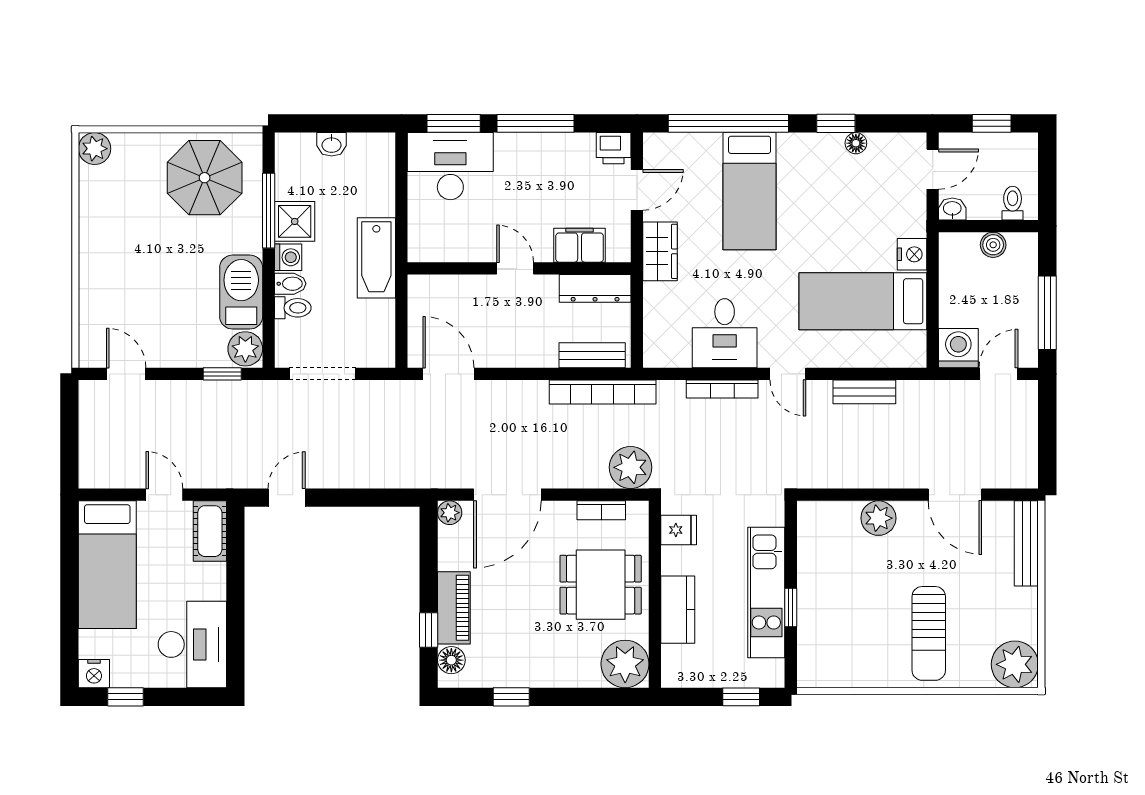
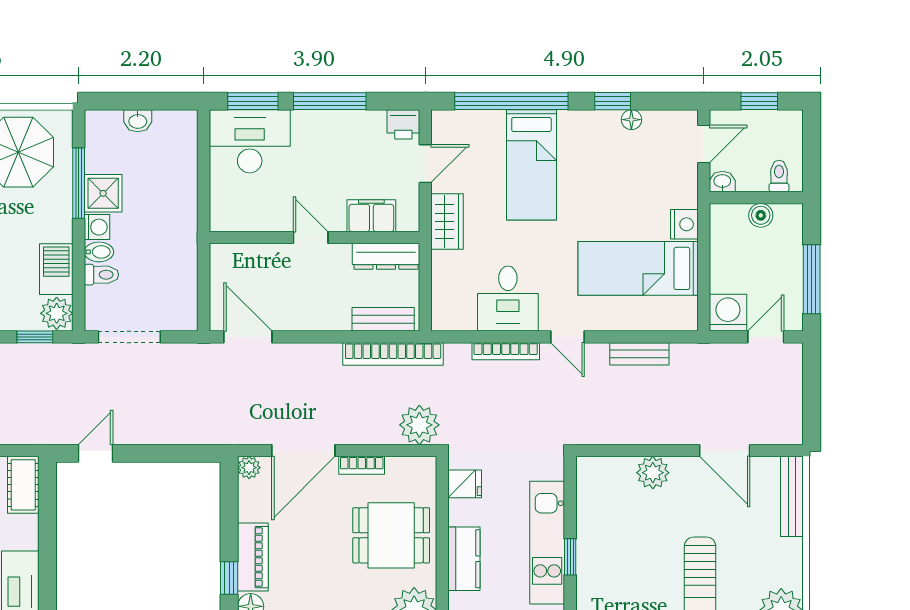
bathtub: (376, 258) -> (180, 228), removed
barbecue: (241, 292) -> (56, 269), width x0.73, depth x0.83
bookcase: (601, 510) -> (362, 465), moved

